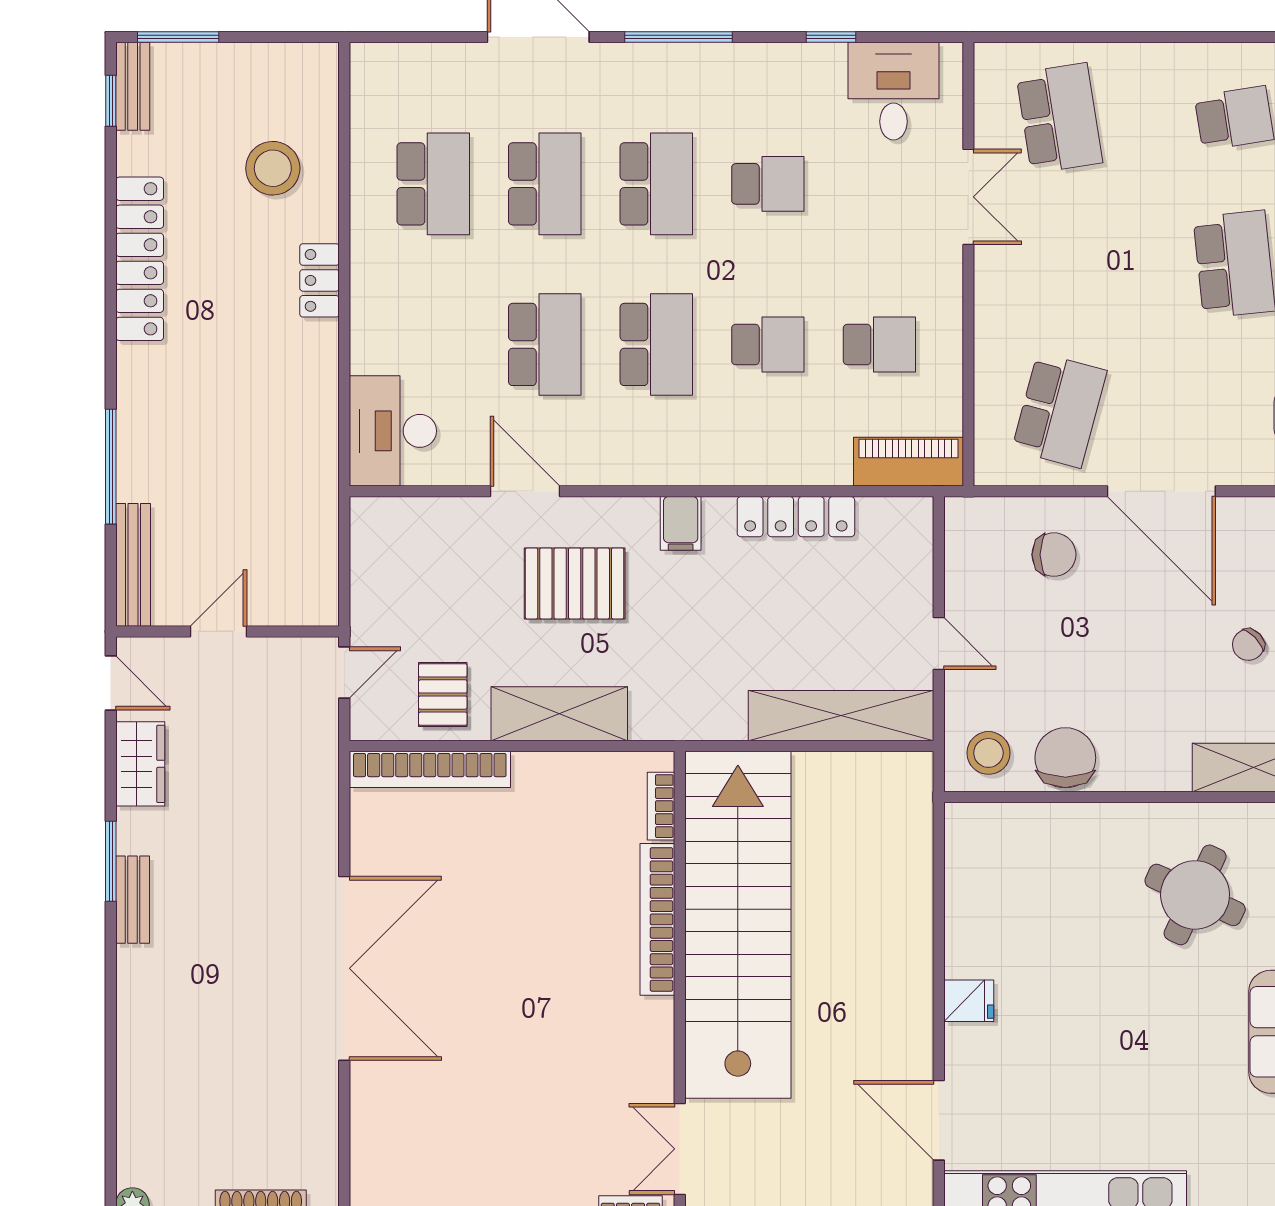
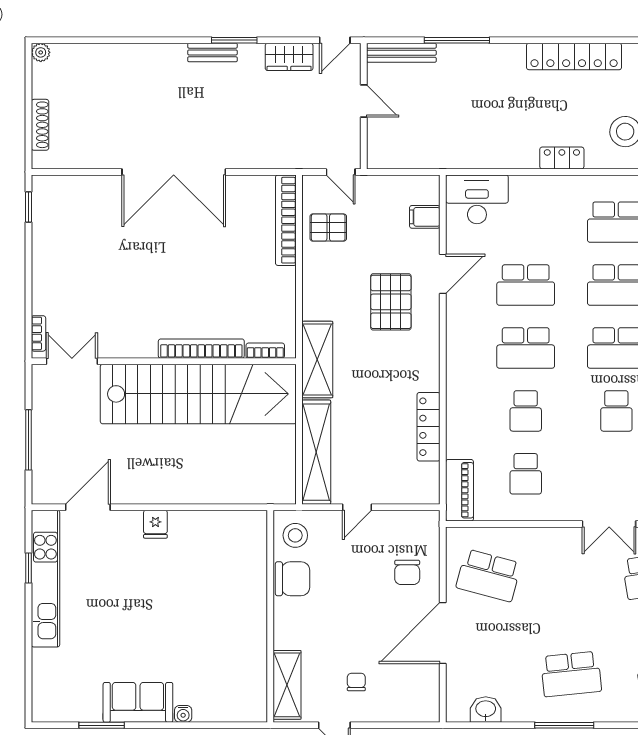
filing cabinet: (681, 523) -> (425, 217), moved
chair: (1248, 645) -> (356, 682), turned 44
shelving: (559, 714) -> (317, 360), moved
round table: (1195, 895) -> (215, 652), removed

